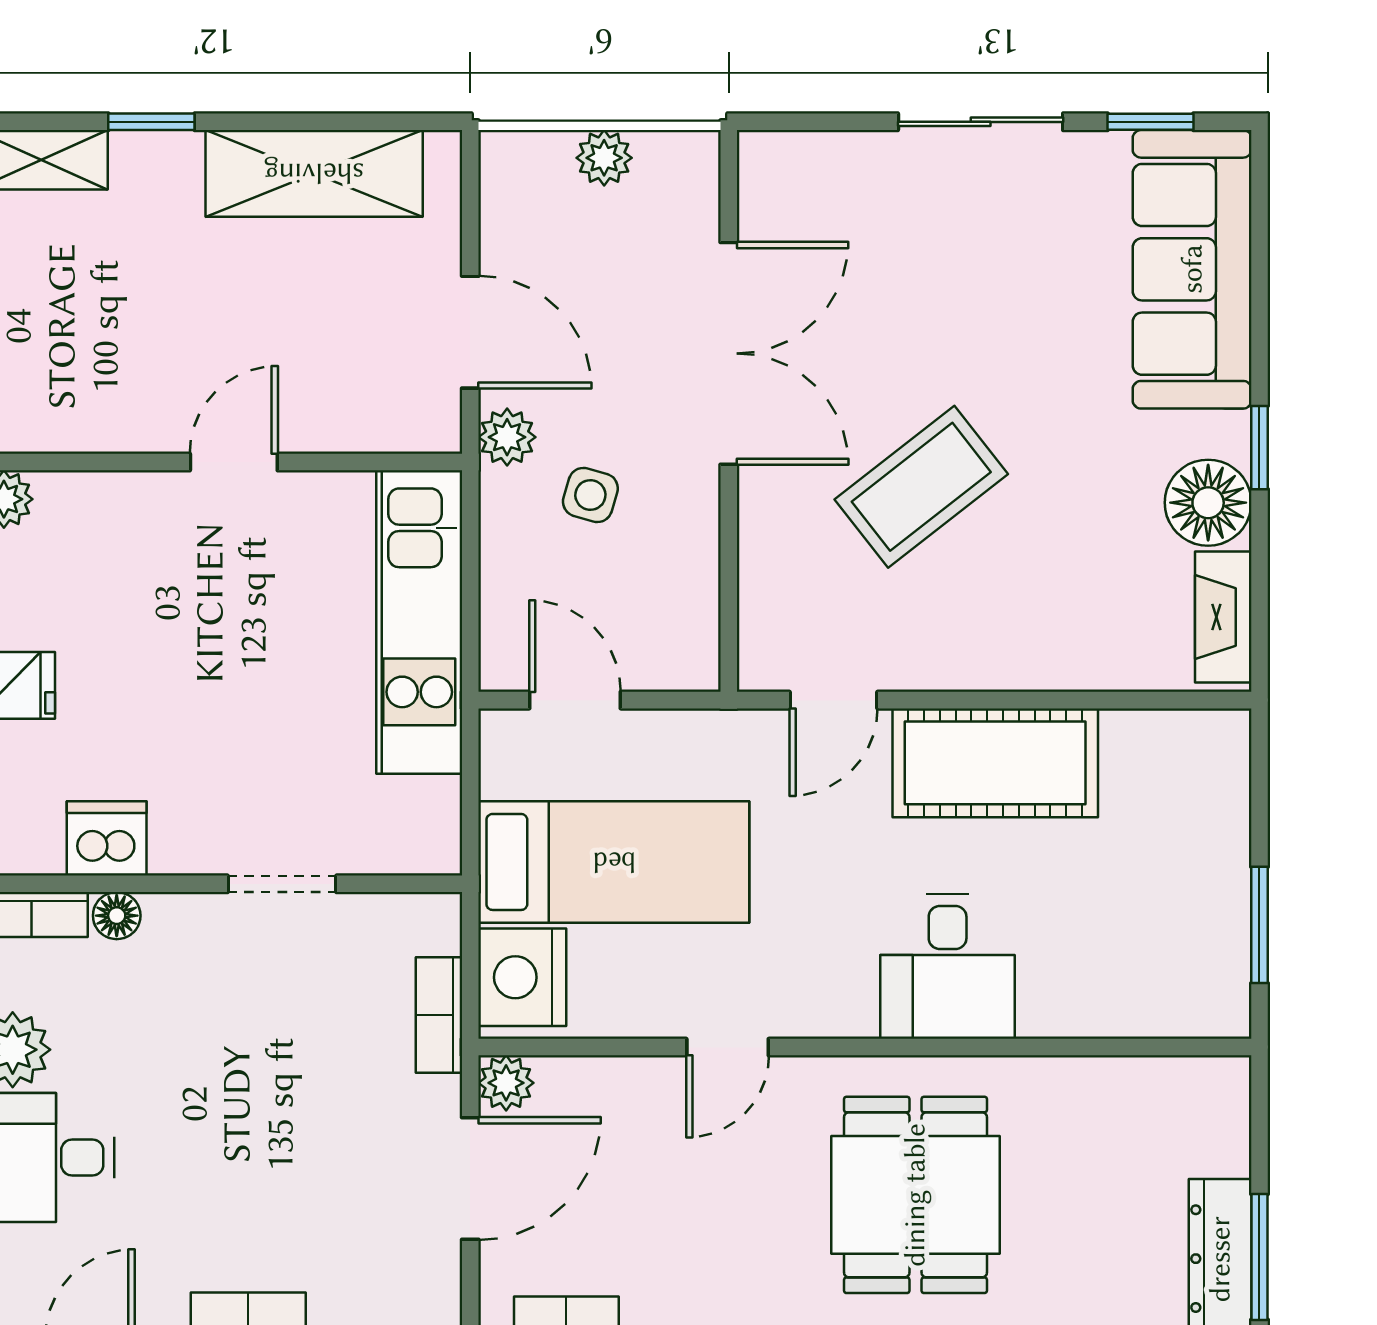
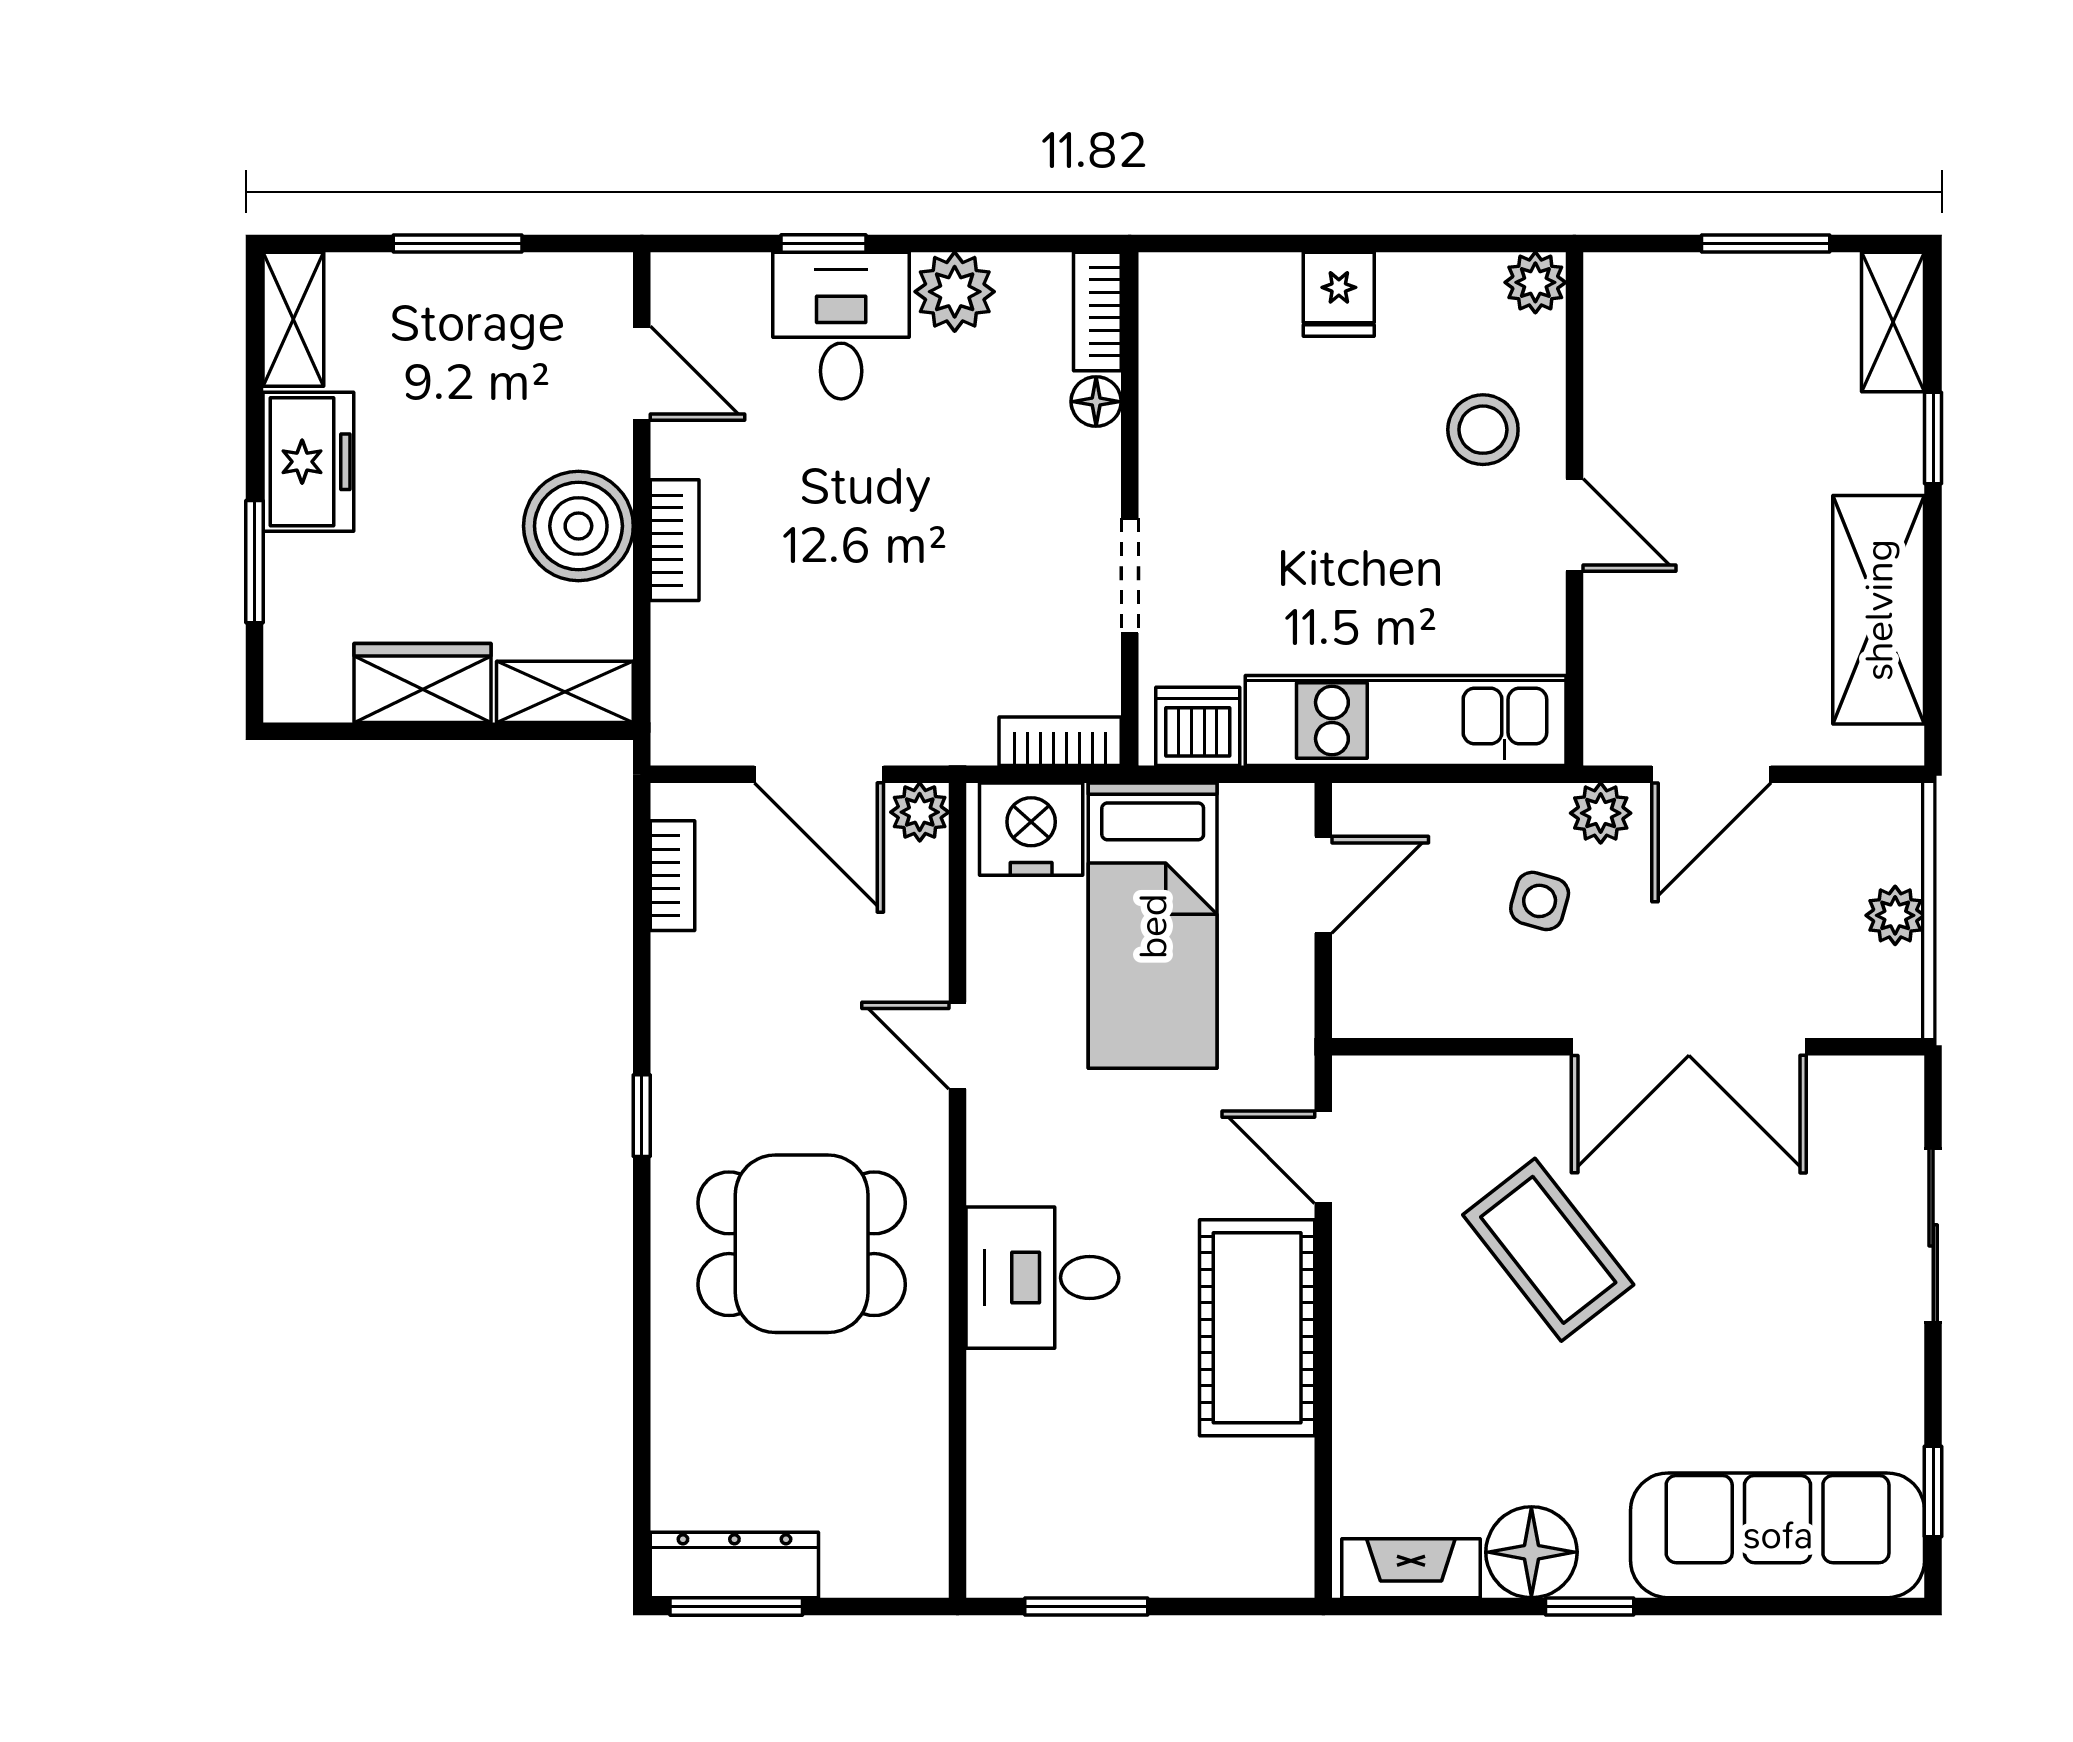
sliding door: (981, 122) -> (1933, 1235), moved
stool: (143, 549) -> (1483, 430), added
dishwasher: (107, 838) -> (1198, 726), moved, turned -90
bookcase: (439, 1015) -> (1060, 741), moved

